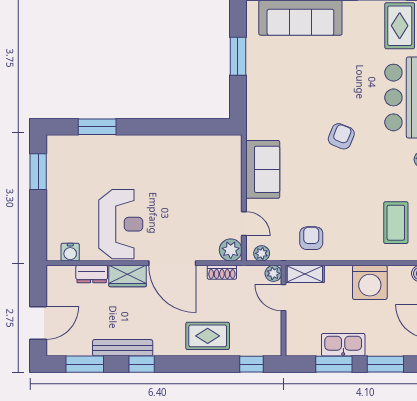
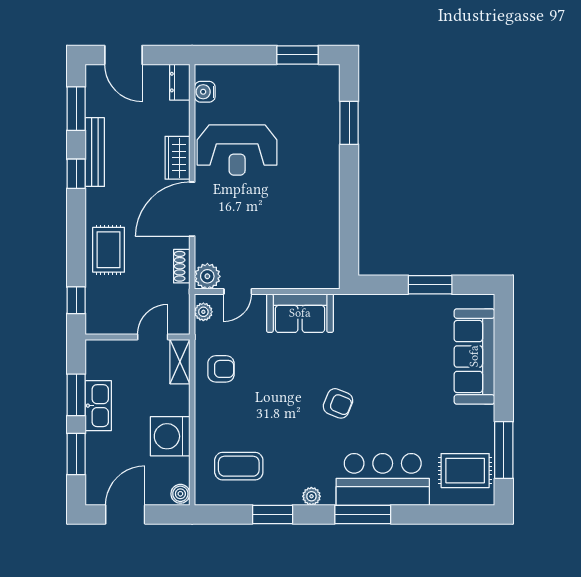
plant: (273, 273) -> (180, 325), removed
dresser: (92, 274) -> (180, 82), moved

